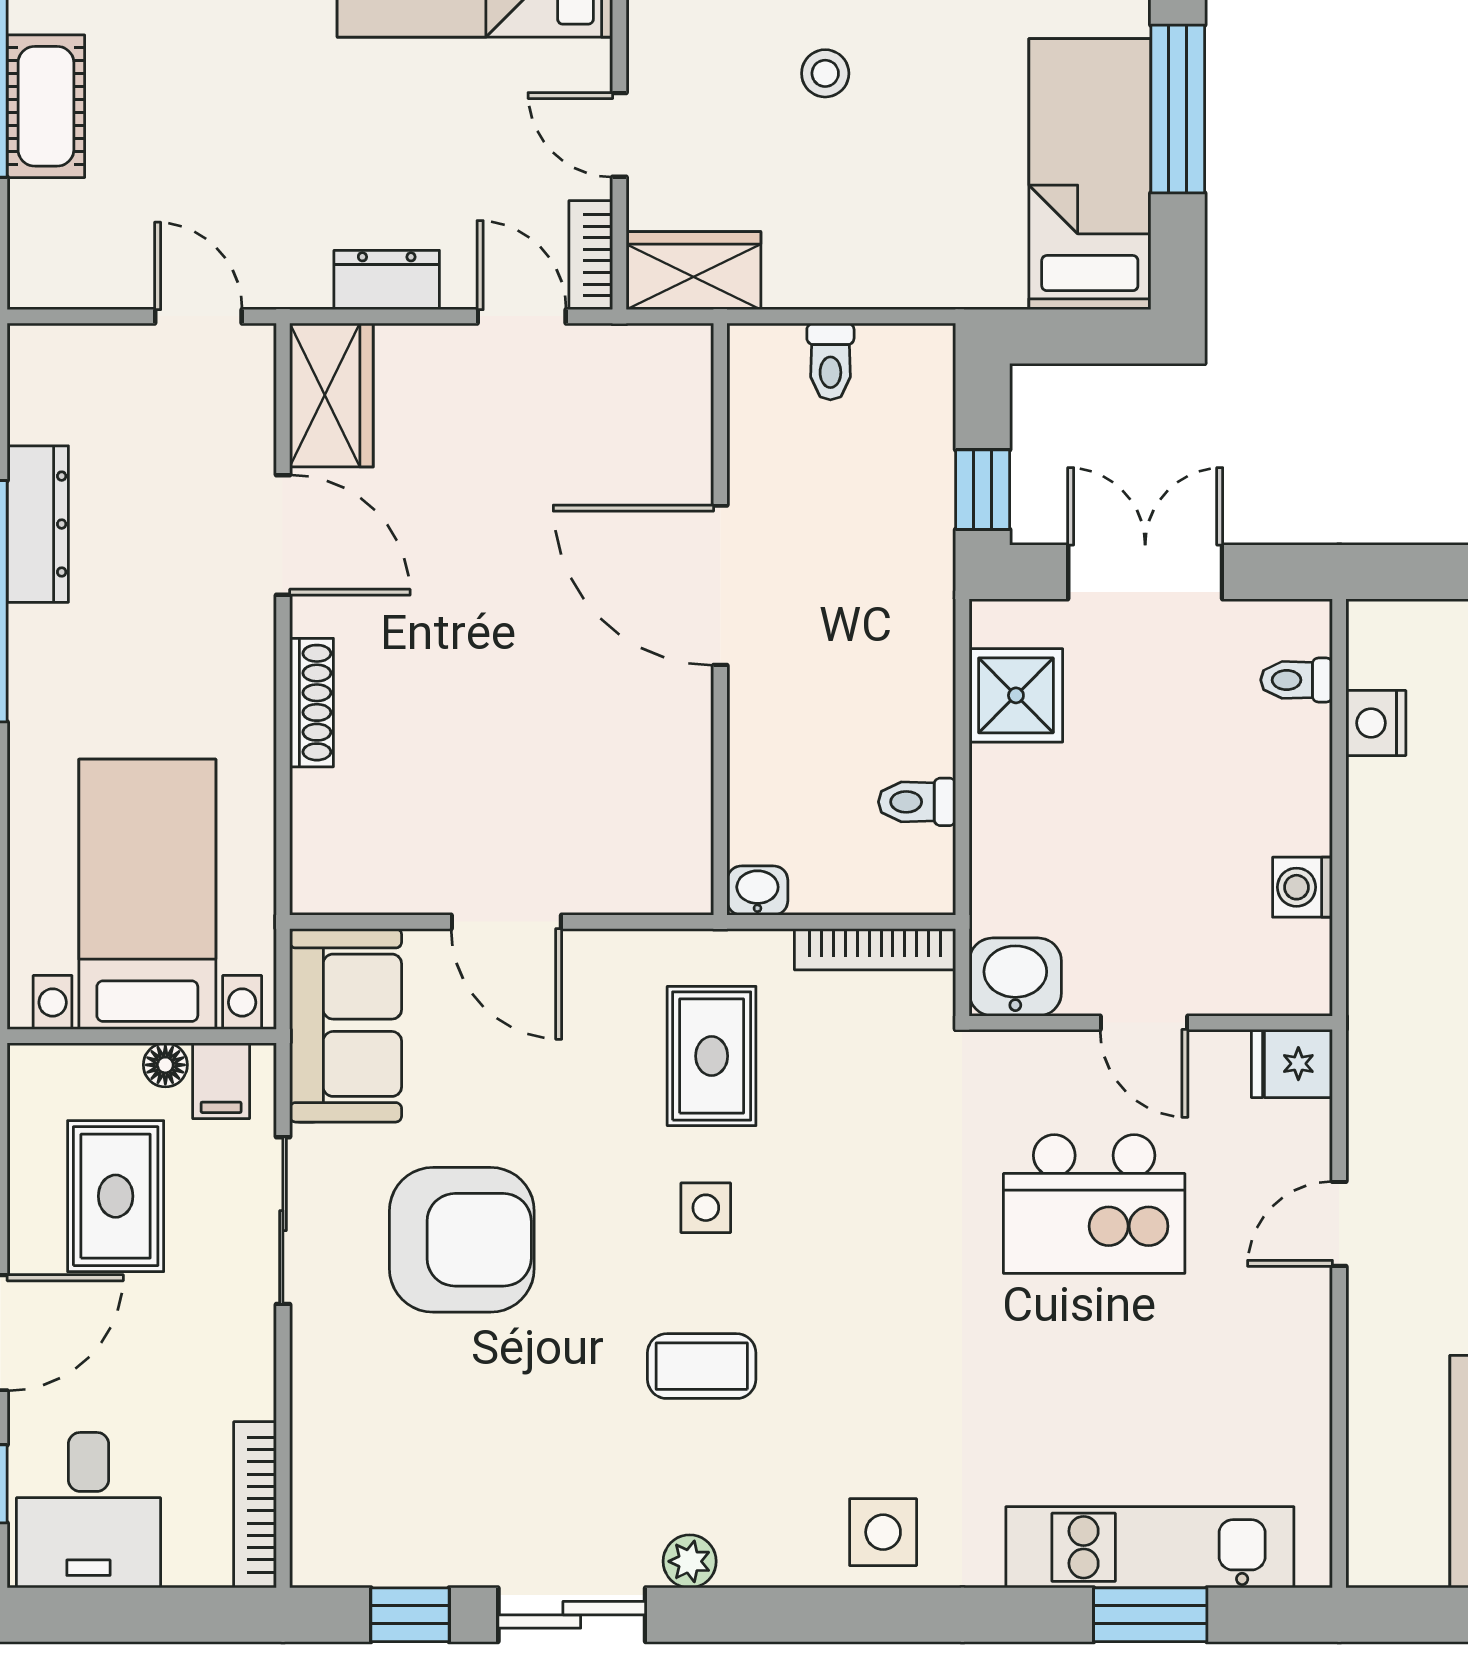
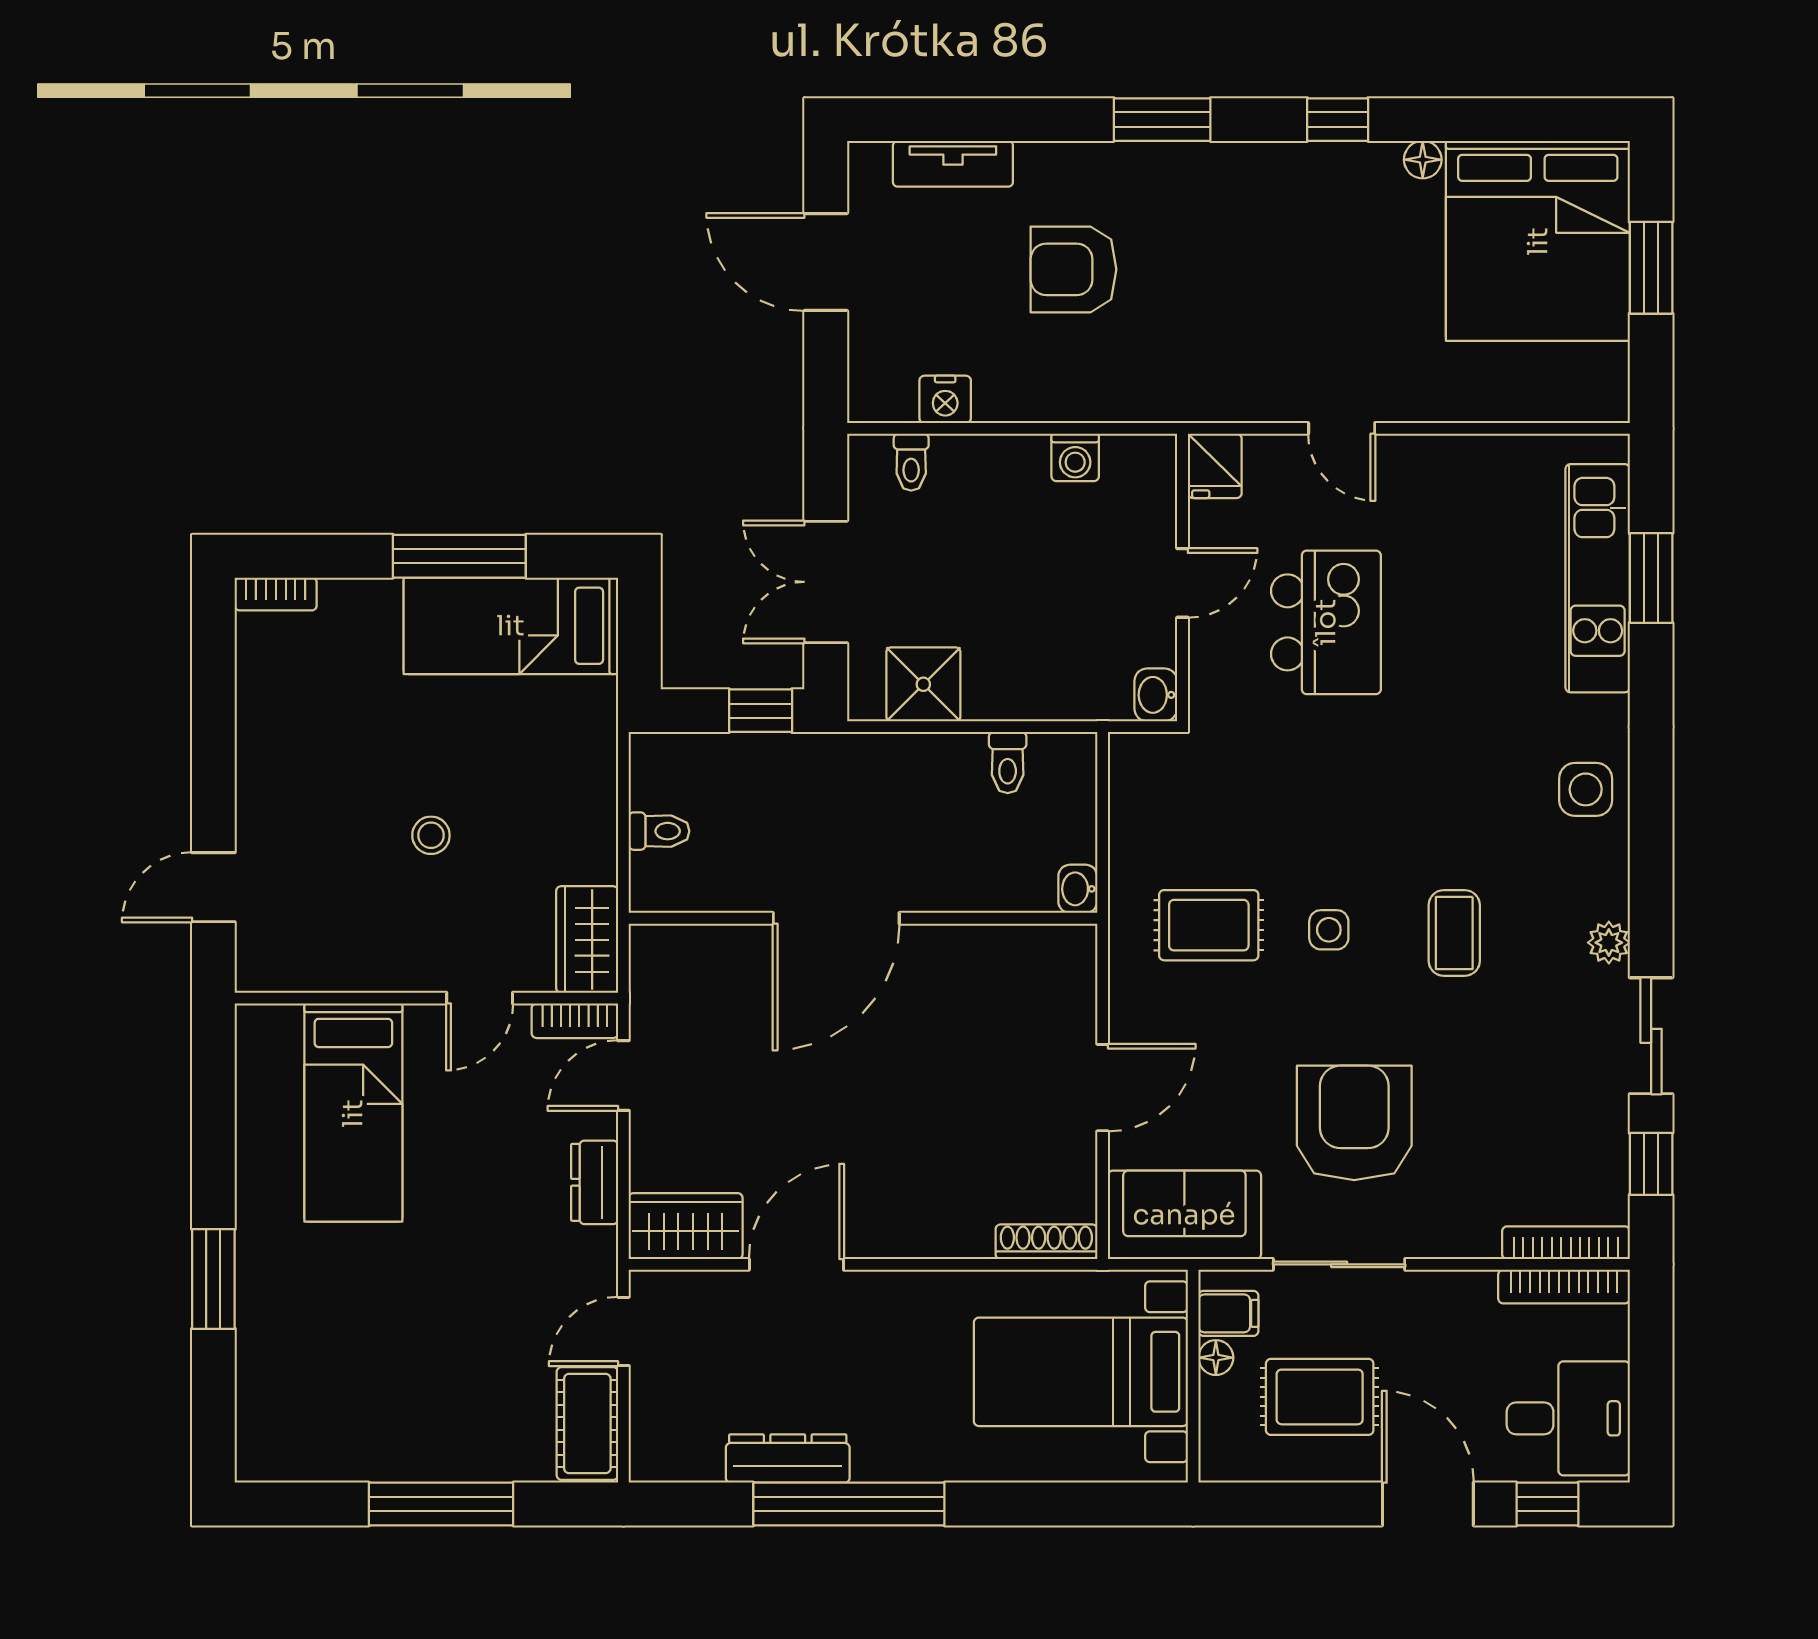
cot: (46, 106) -> (587, 1424), moved, turned 90
shoe rack: (312, 703) -> (1046, 1242), moved
bookcase: (875, 949) -> (1566, 1243), moved, turned -90
washbasin: (1015, 977) -> (1156, 695), width x0.72, depth x0.69

